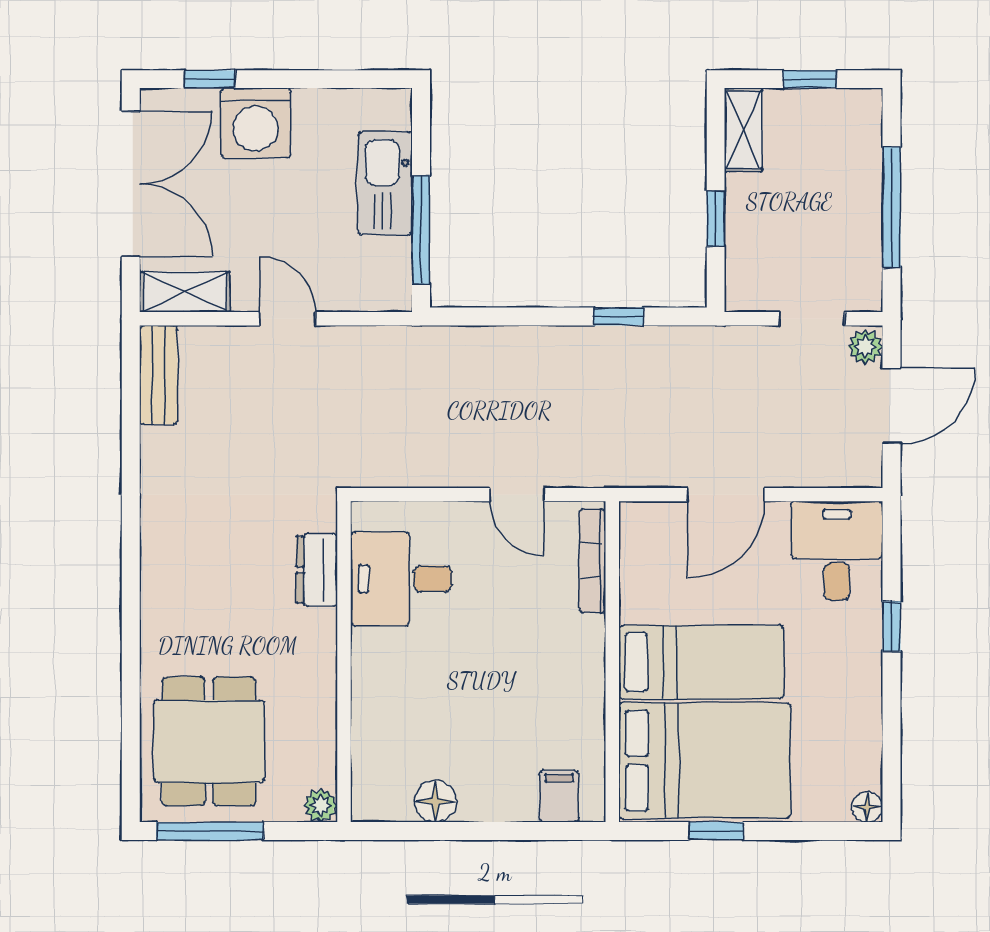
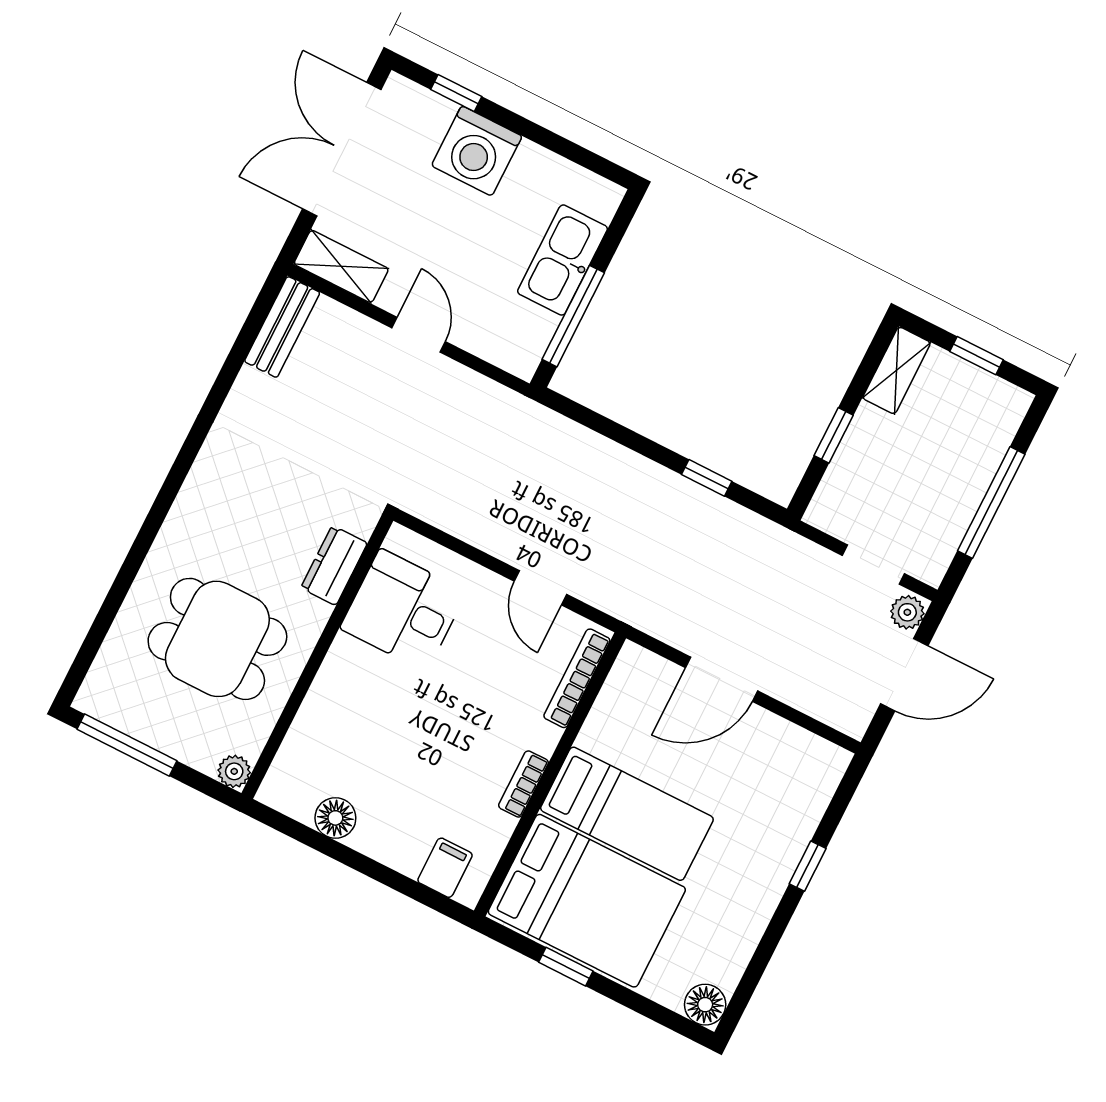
double door: (131, 184) -> (342, 149), swing flipped
desk: (837, 551) -> (793, 777), removed
bookcase: (592, 683) -> (523, 784), added
dining table: (209, 741) -> (217, 639), moved, turned 90
floor lamp: (867, 807) -> (705, 1005), width x1.37, depth x1.37

